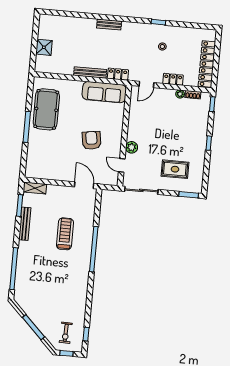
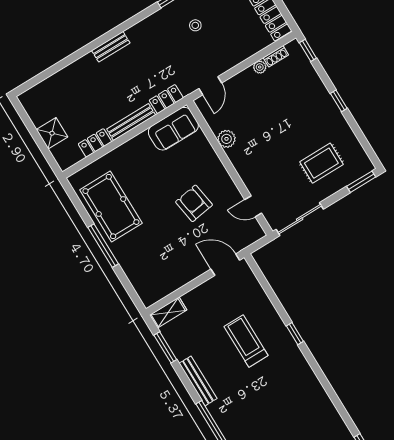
locker: (173, 79) -> (95, 143), moved
sofa: (104, 92) -> (173, 129), width x0.73
plant: (132, 147) -> (226, 139), moved
bench: (25, 224) -> (198, 381), moved
window: (94, 249) -> (295, 334), width x0.32

